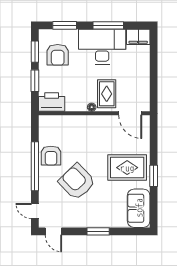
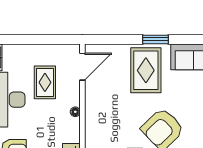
rug: (107, 94) -> (45, 82), moved, turned 90

